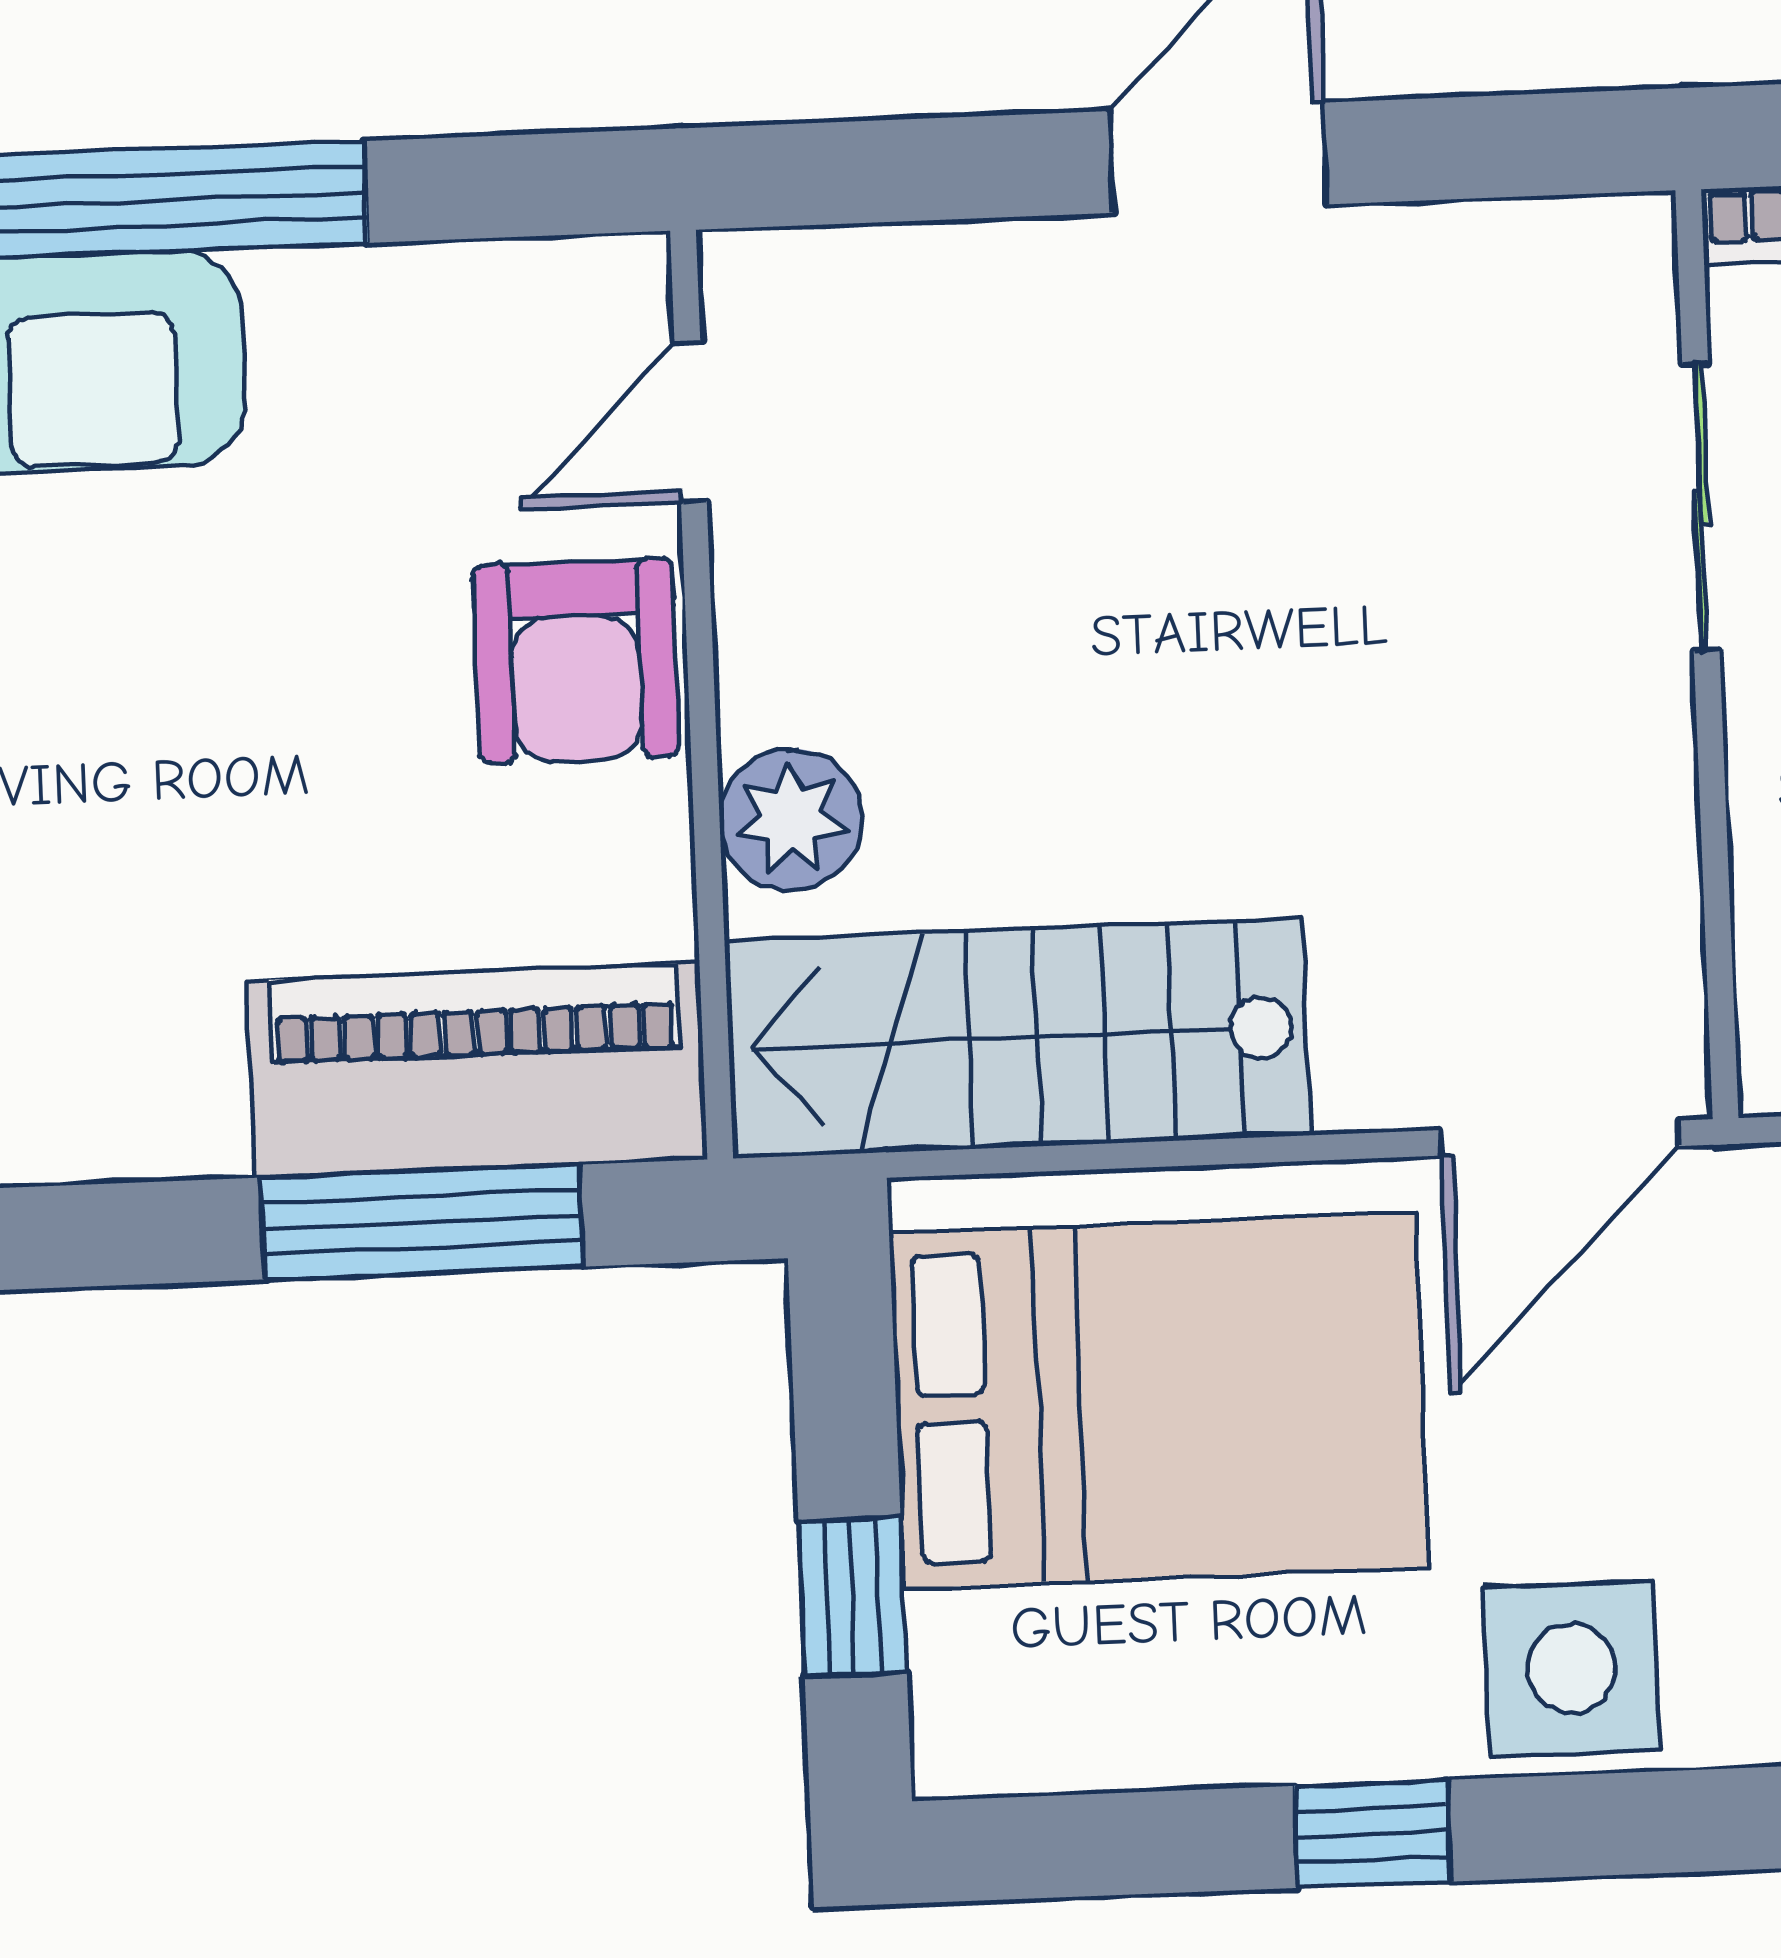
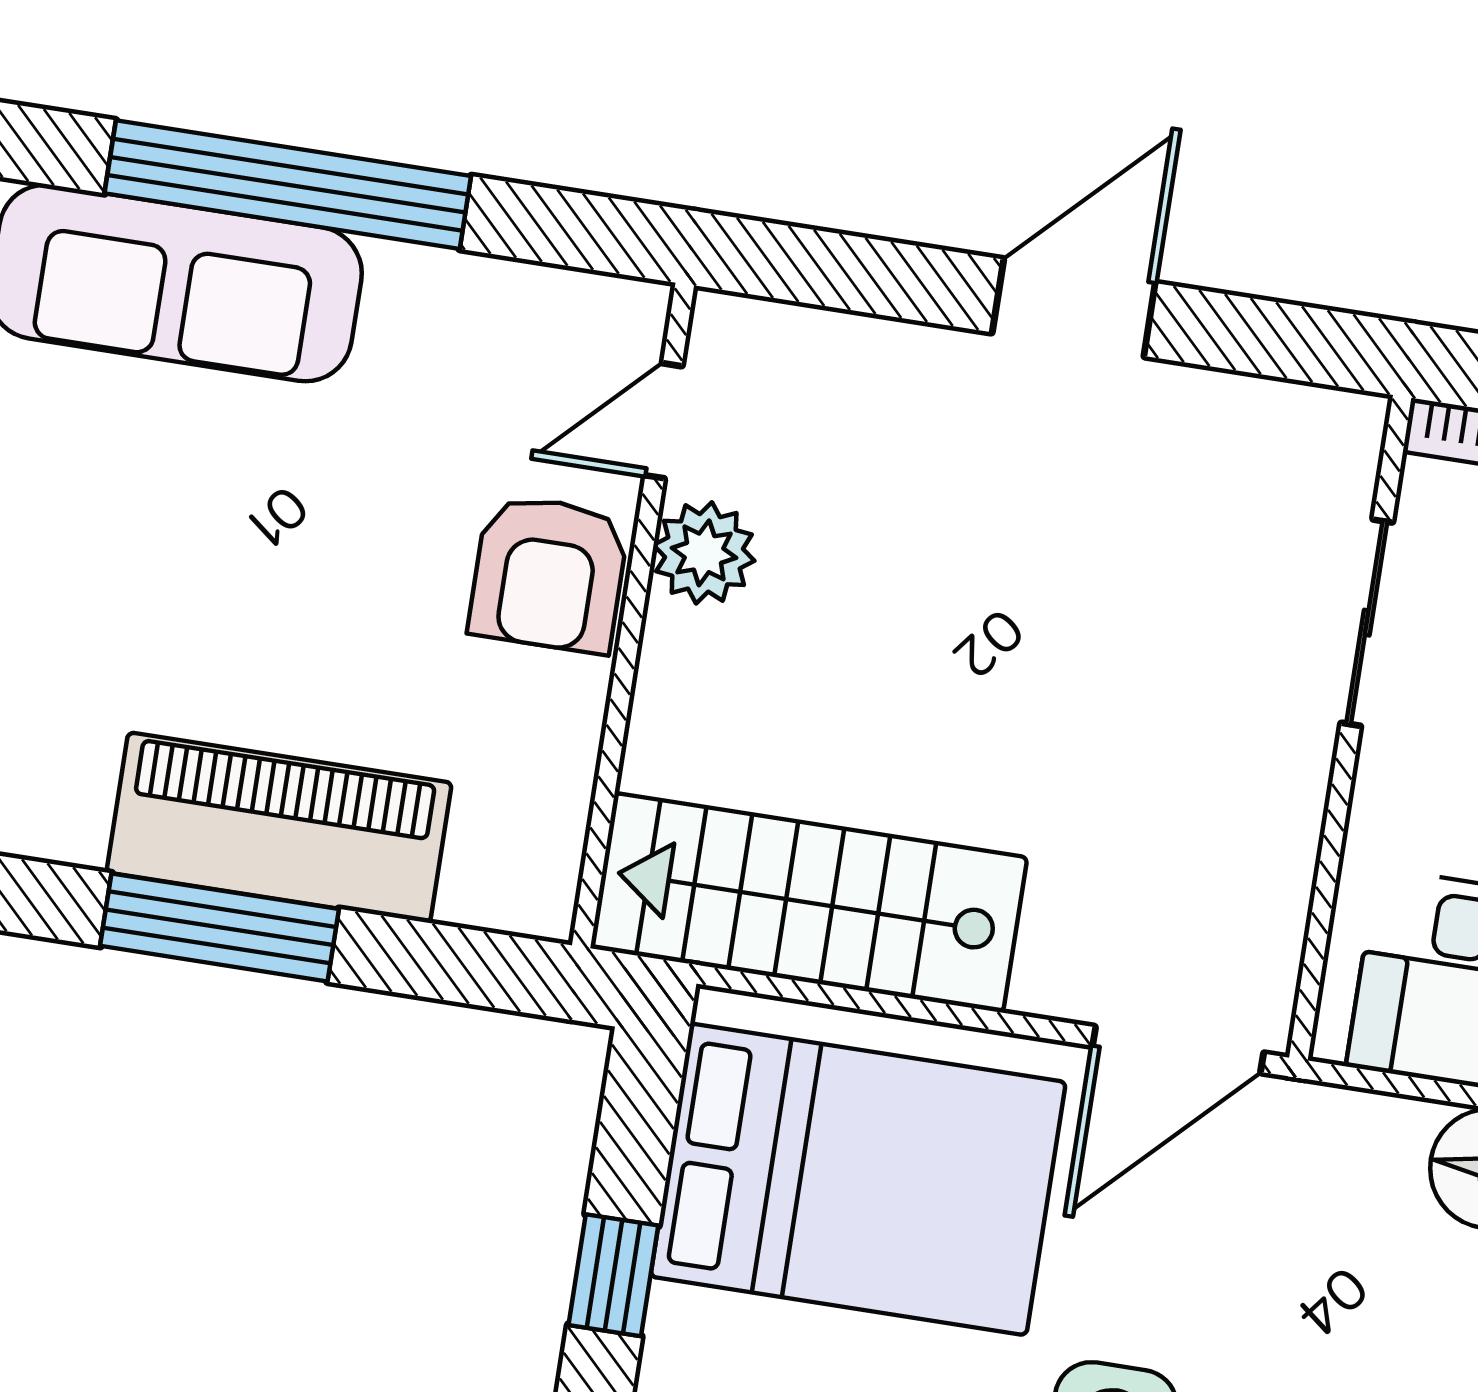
plant: (791, 819) -> (704, 553), moved
piano: (477, 1070) -> (279, 828), moved
window: (422, 1222) -> (219, 927), moved

